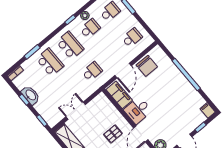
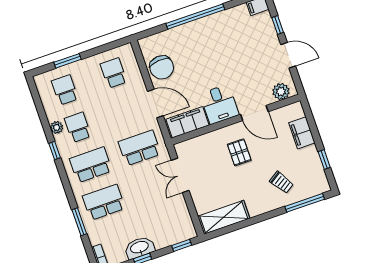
chair: (147, 66) -> (162, 67), turned 85
school desk: (92, 71) -> (140, 148), width x1.85
double door: (76, 111) -> (180, 175), moved

